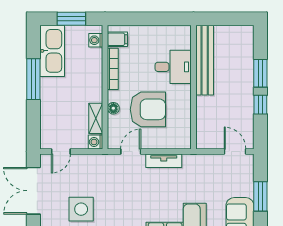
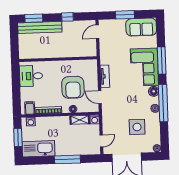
bench: (205, 60) -> (40, 27), moved
desk: (173, 67) -> (31, 76), moved, turned -90
window: (260, 73) -> (34, 18), moved
window: (33, 79) -> (67, 159), moved
armchair: (148, 109) -> (73, 87), turned 180
door: (61, 152) -> (101, 141), hinge flipped

